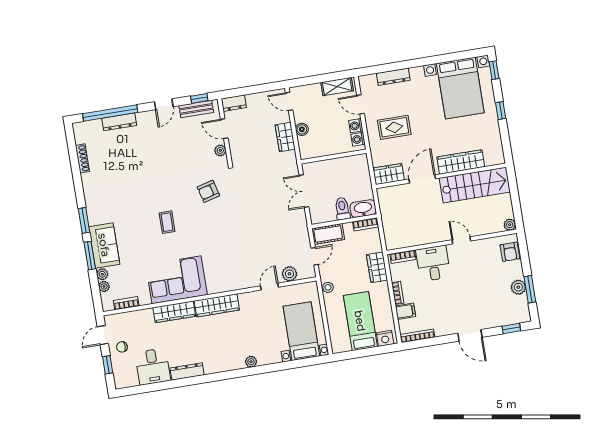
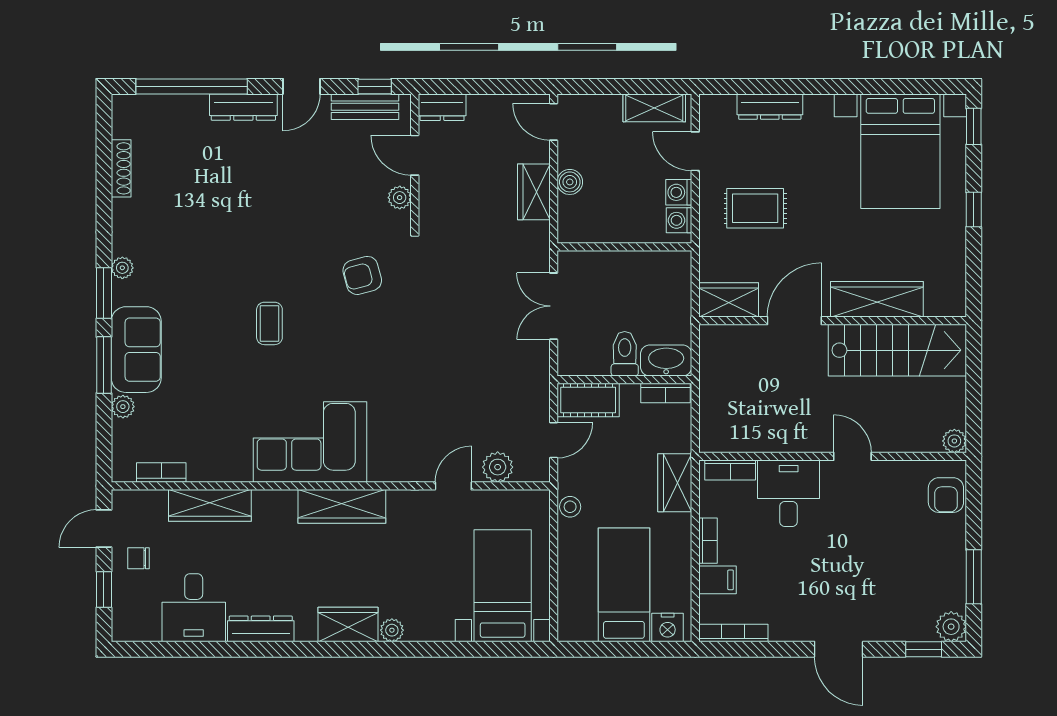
dresser: (119, 122) -> (243, 107), moved
corner sofa: (177, 280) -> (310, 442), moved
plant: (104, 286) -> (122, 268), moved
plant: (518, 287) -> (951, 627), moved
wardrobe: (174, 312) -> (210, 505), moved
wardrobe: (229, 362) -> (348, 624), added

